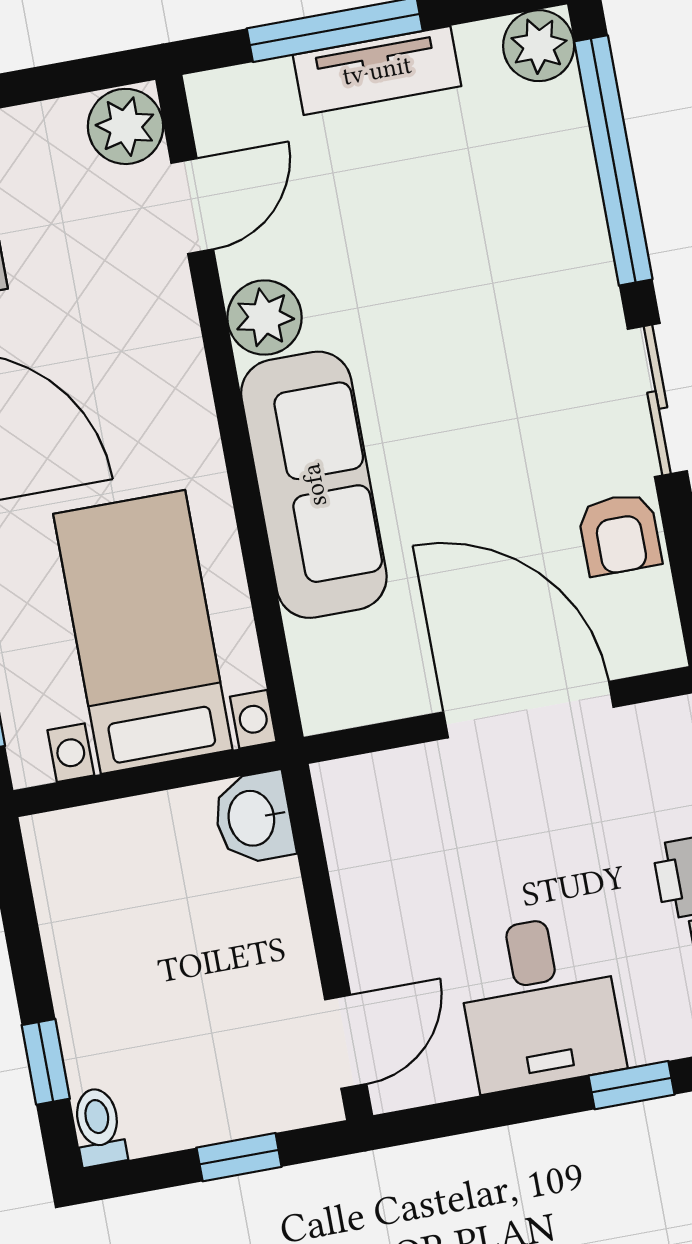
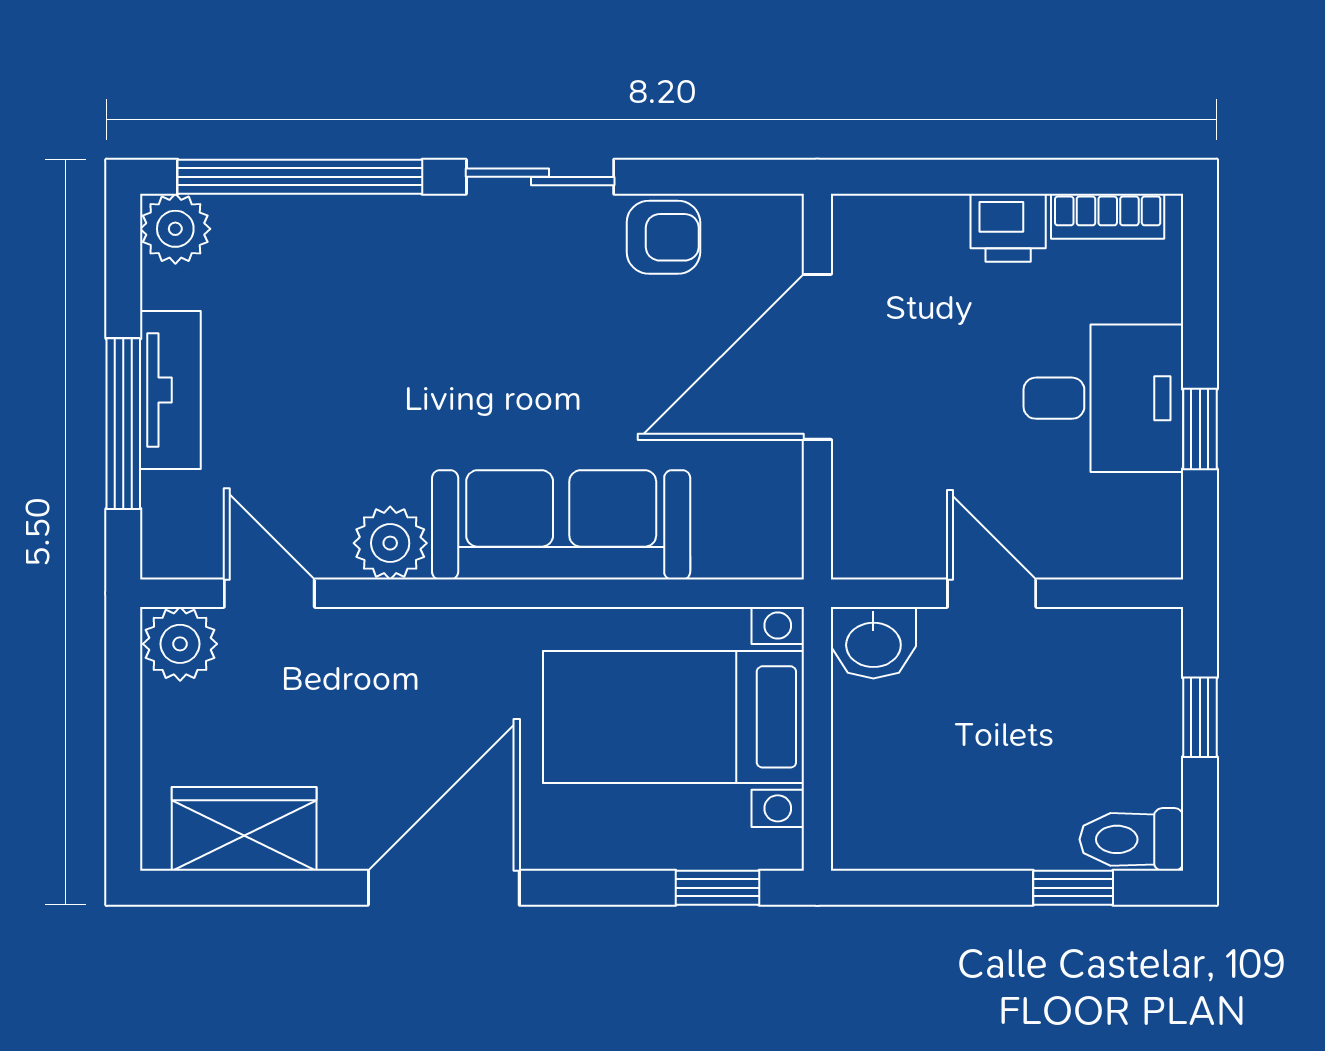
door: (346, 1042) -> (992, 593), moved
window: (631, 1085) -> (1200, 429), moved
toilet: (99, 1127) -> (1131, 839), width x1.37, depth x1.39

